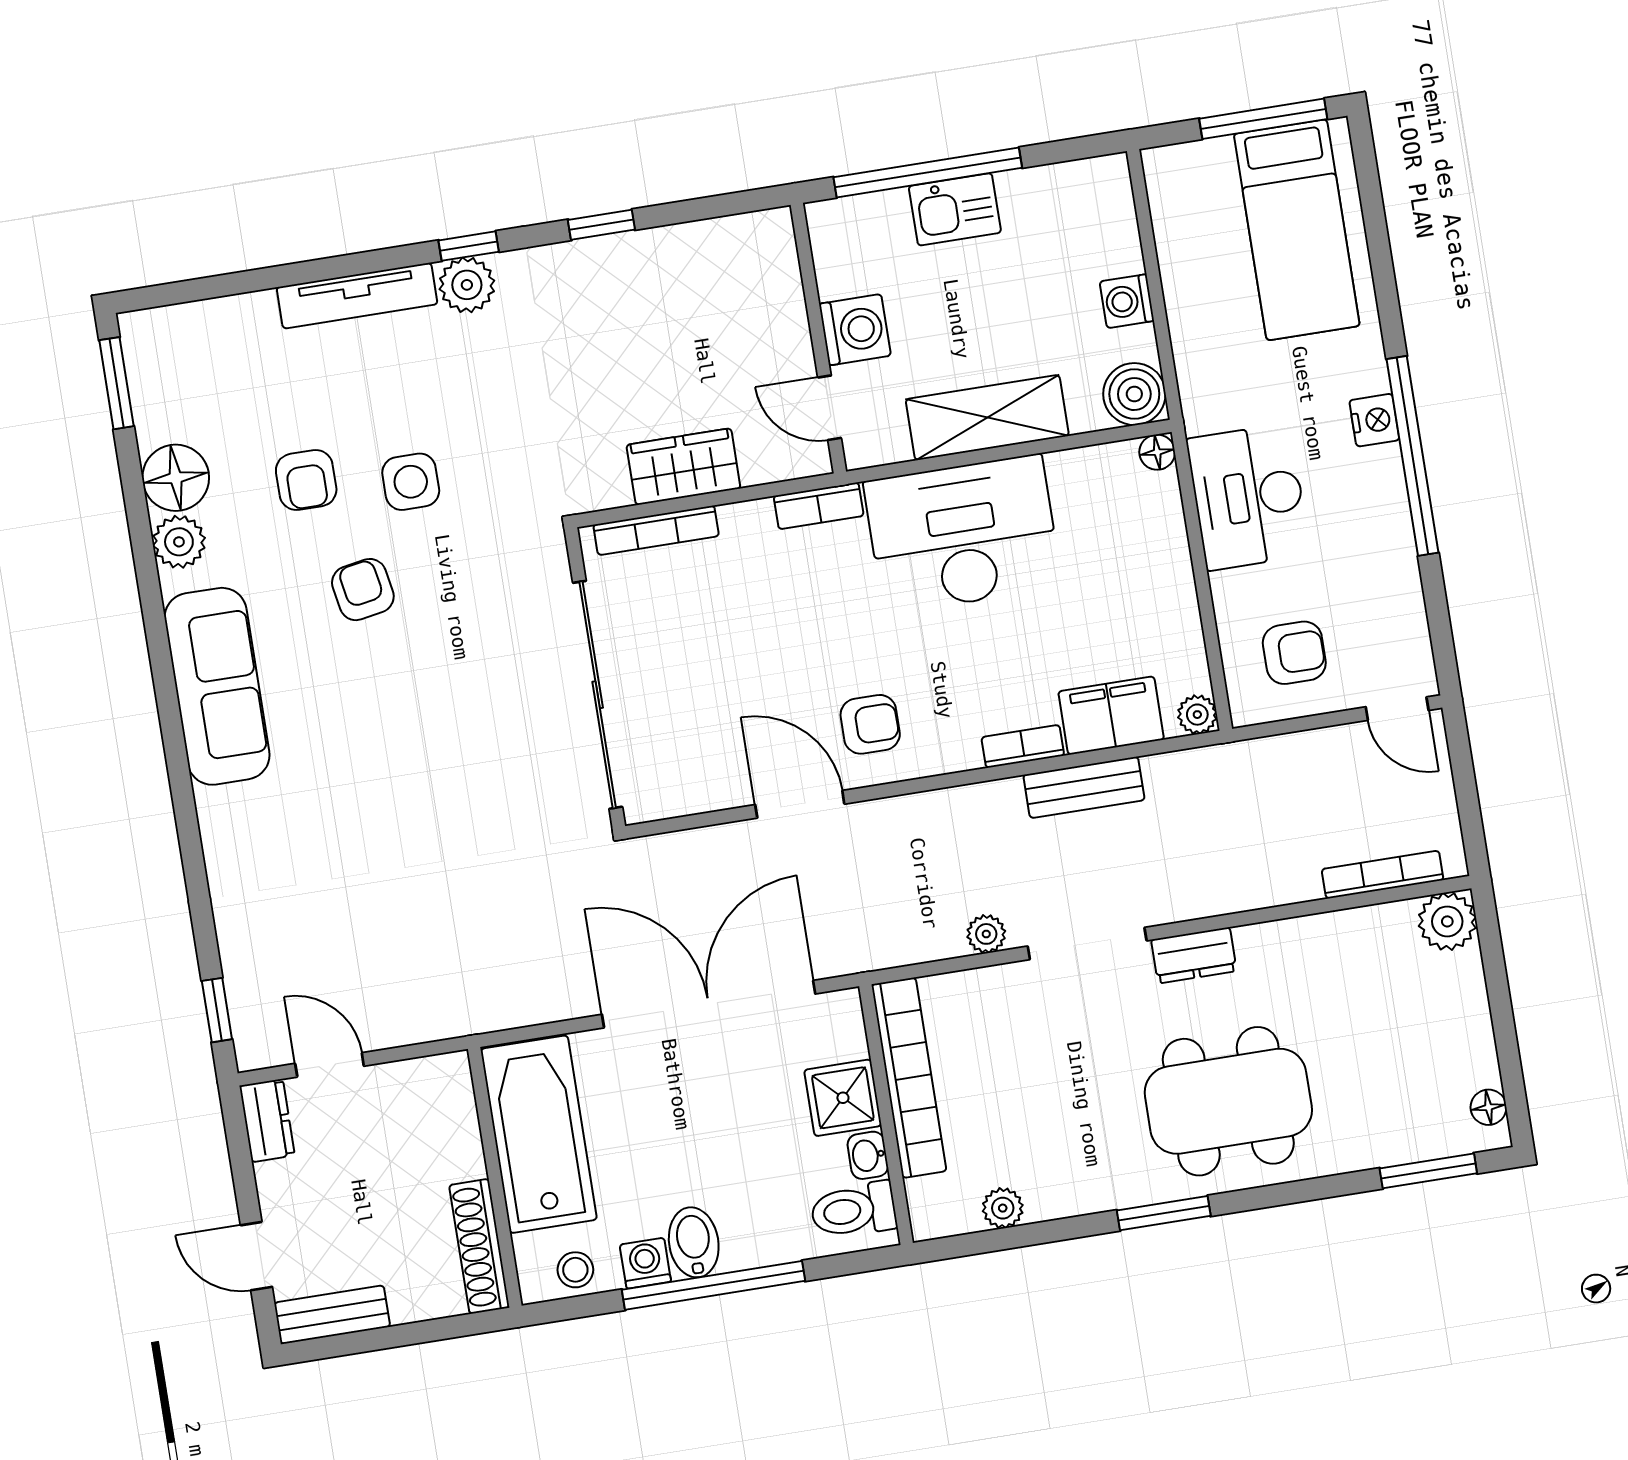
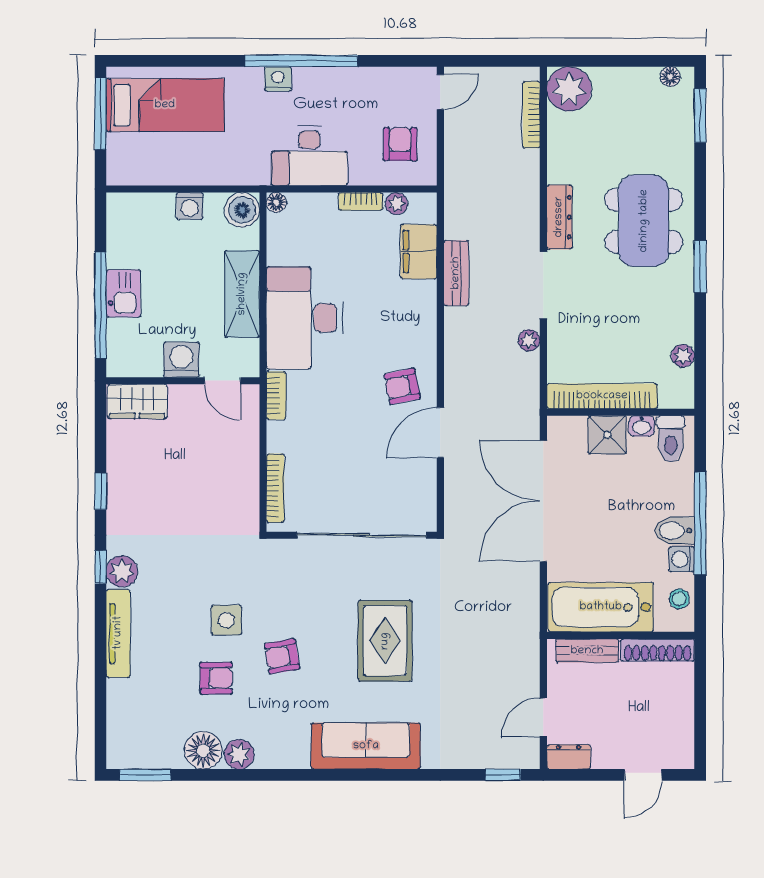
door: (829, 408) -> (222, 381), hinge flipped
wardrobe: (683, 467) -> (137, 401), moved, turned -90
sofa: (217, 686) -> (366, 746), moved
plant: (1197, 715) -> (396, 204), moved
armchair: (870, 724) -> (402, 386), turned -102
bookcase: (1023, 746) -> (361, 201), moved, turned -90
rug: (419, 766) -> (385, 641), added
plant: (1447, 921) -> (569, 89), width x1.36, depth x1.36
dresser: (1194, 955) -> (559, 217), width x1.44
bench: (332, 1315) -> (587, 651), moved, turned 90

